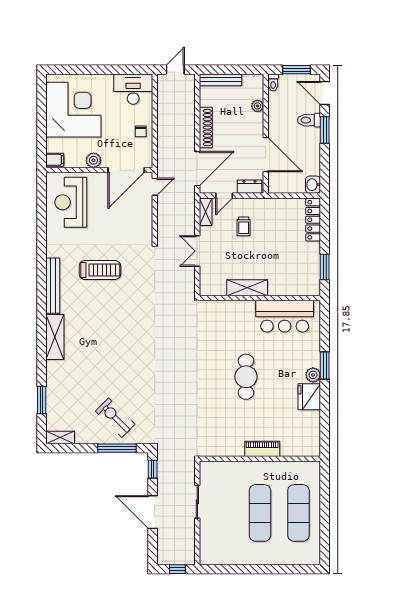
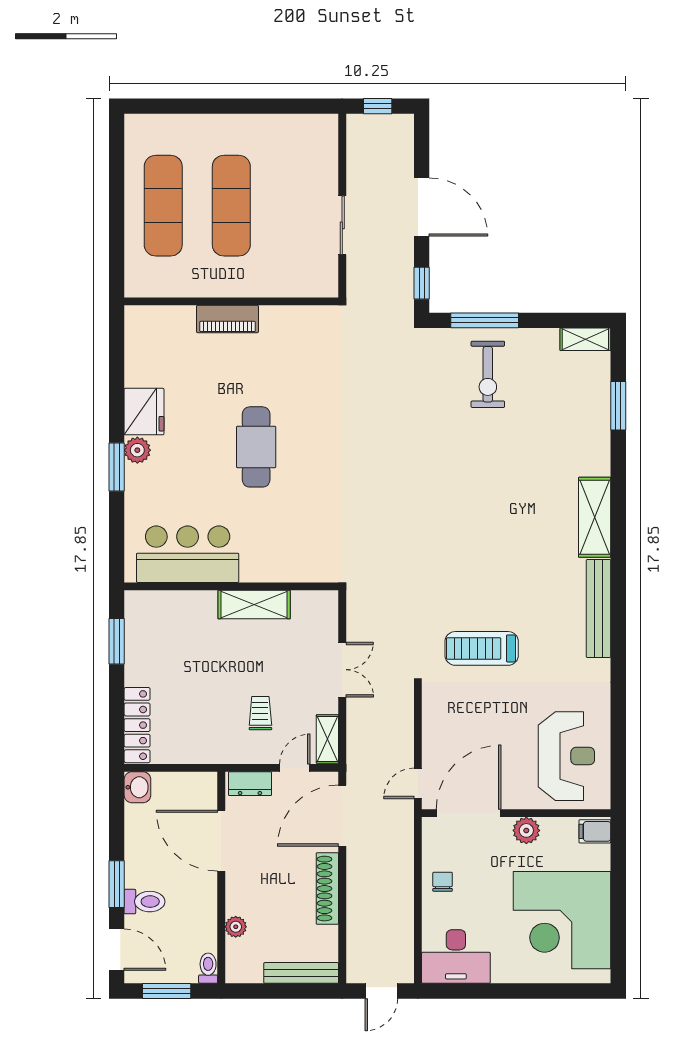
treadmill: (100, 270) -> (482, 648), moved
exercise bike: (115, 418) -> (488, 374), turned 45

